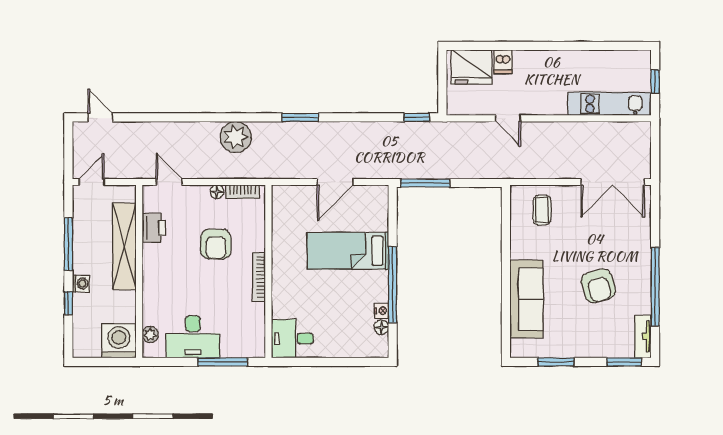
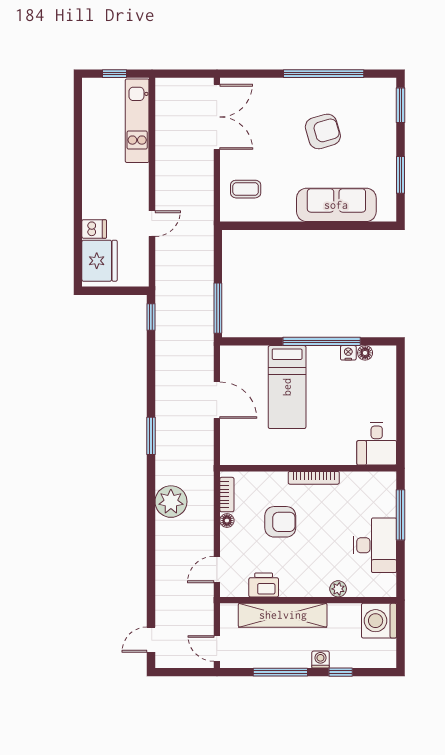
plant: (150, 334) -> (338, 589), moved
tv unit: (643, 337) -> (375, 86), removed

